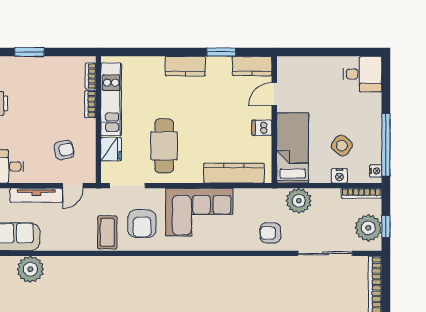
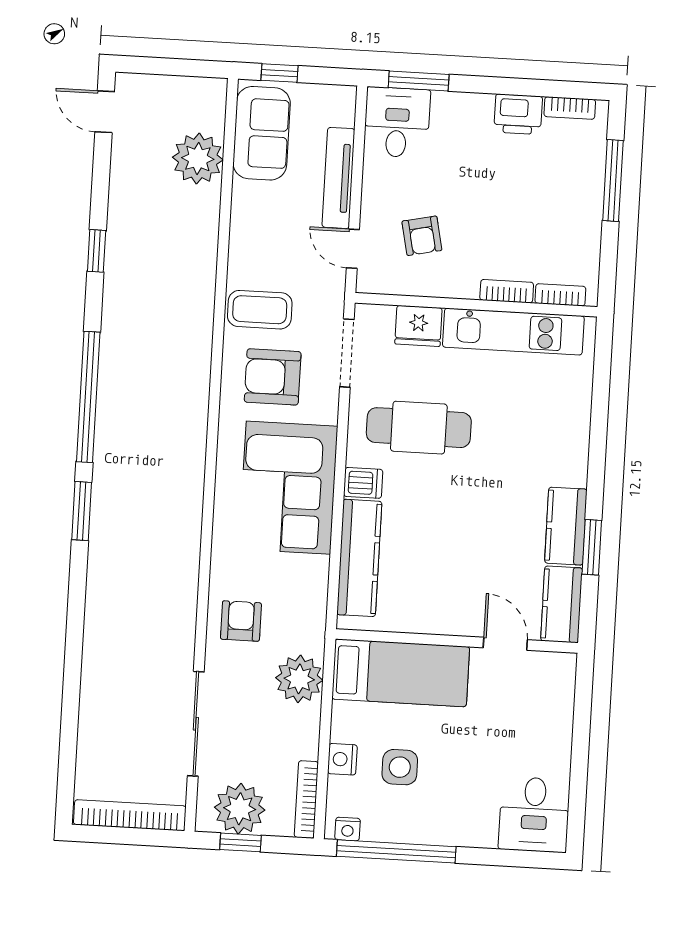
window: (29, 52) -> (613, 181), width x1.44
kitchen counter: (185, 66) -> (566, 526), moved
dishwasher: (262, 128) -> (363, 483), moved, turned 90
side table: (342, 146) -> (400, 767), turned -38

